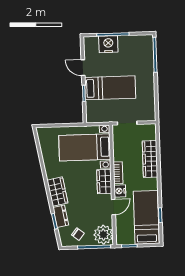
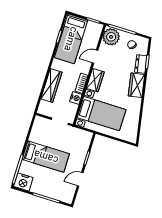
nightstand: (108, 44) -> (23, 182), moved
door: (83, 68) -> (80, 179), swing flipped
bed: (110, 88) -> (46, 157), moved, turned 180
nightstand: (120, 191) -> (76, 98), moved

